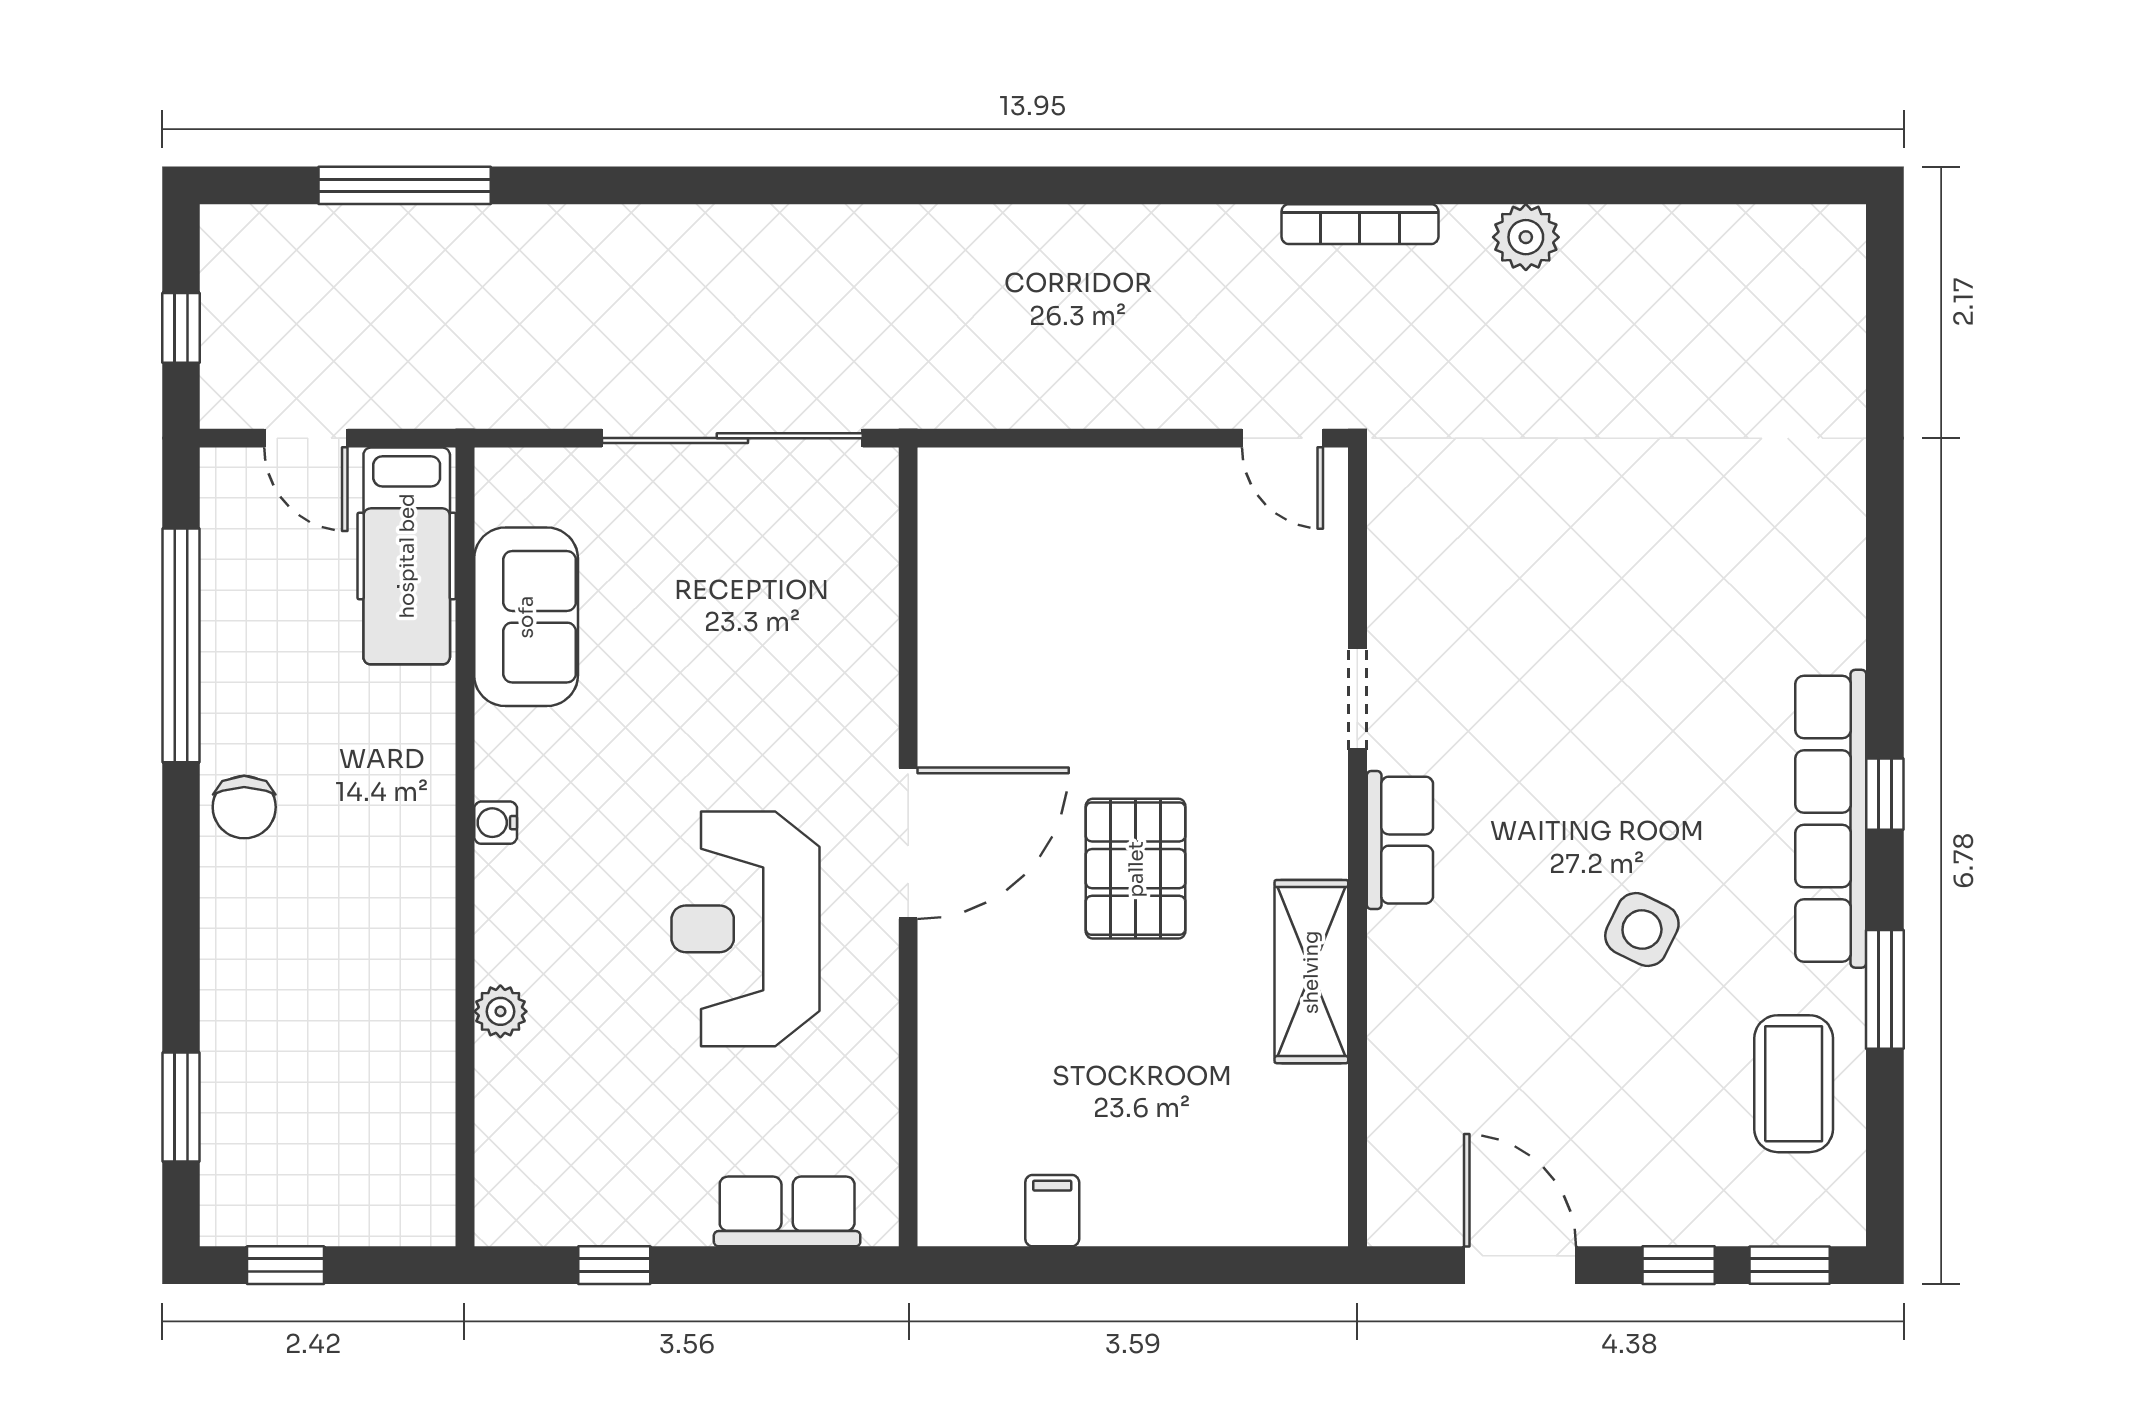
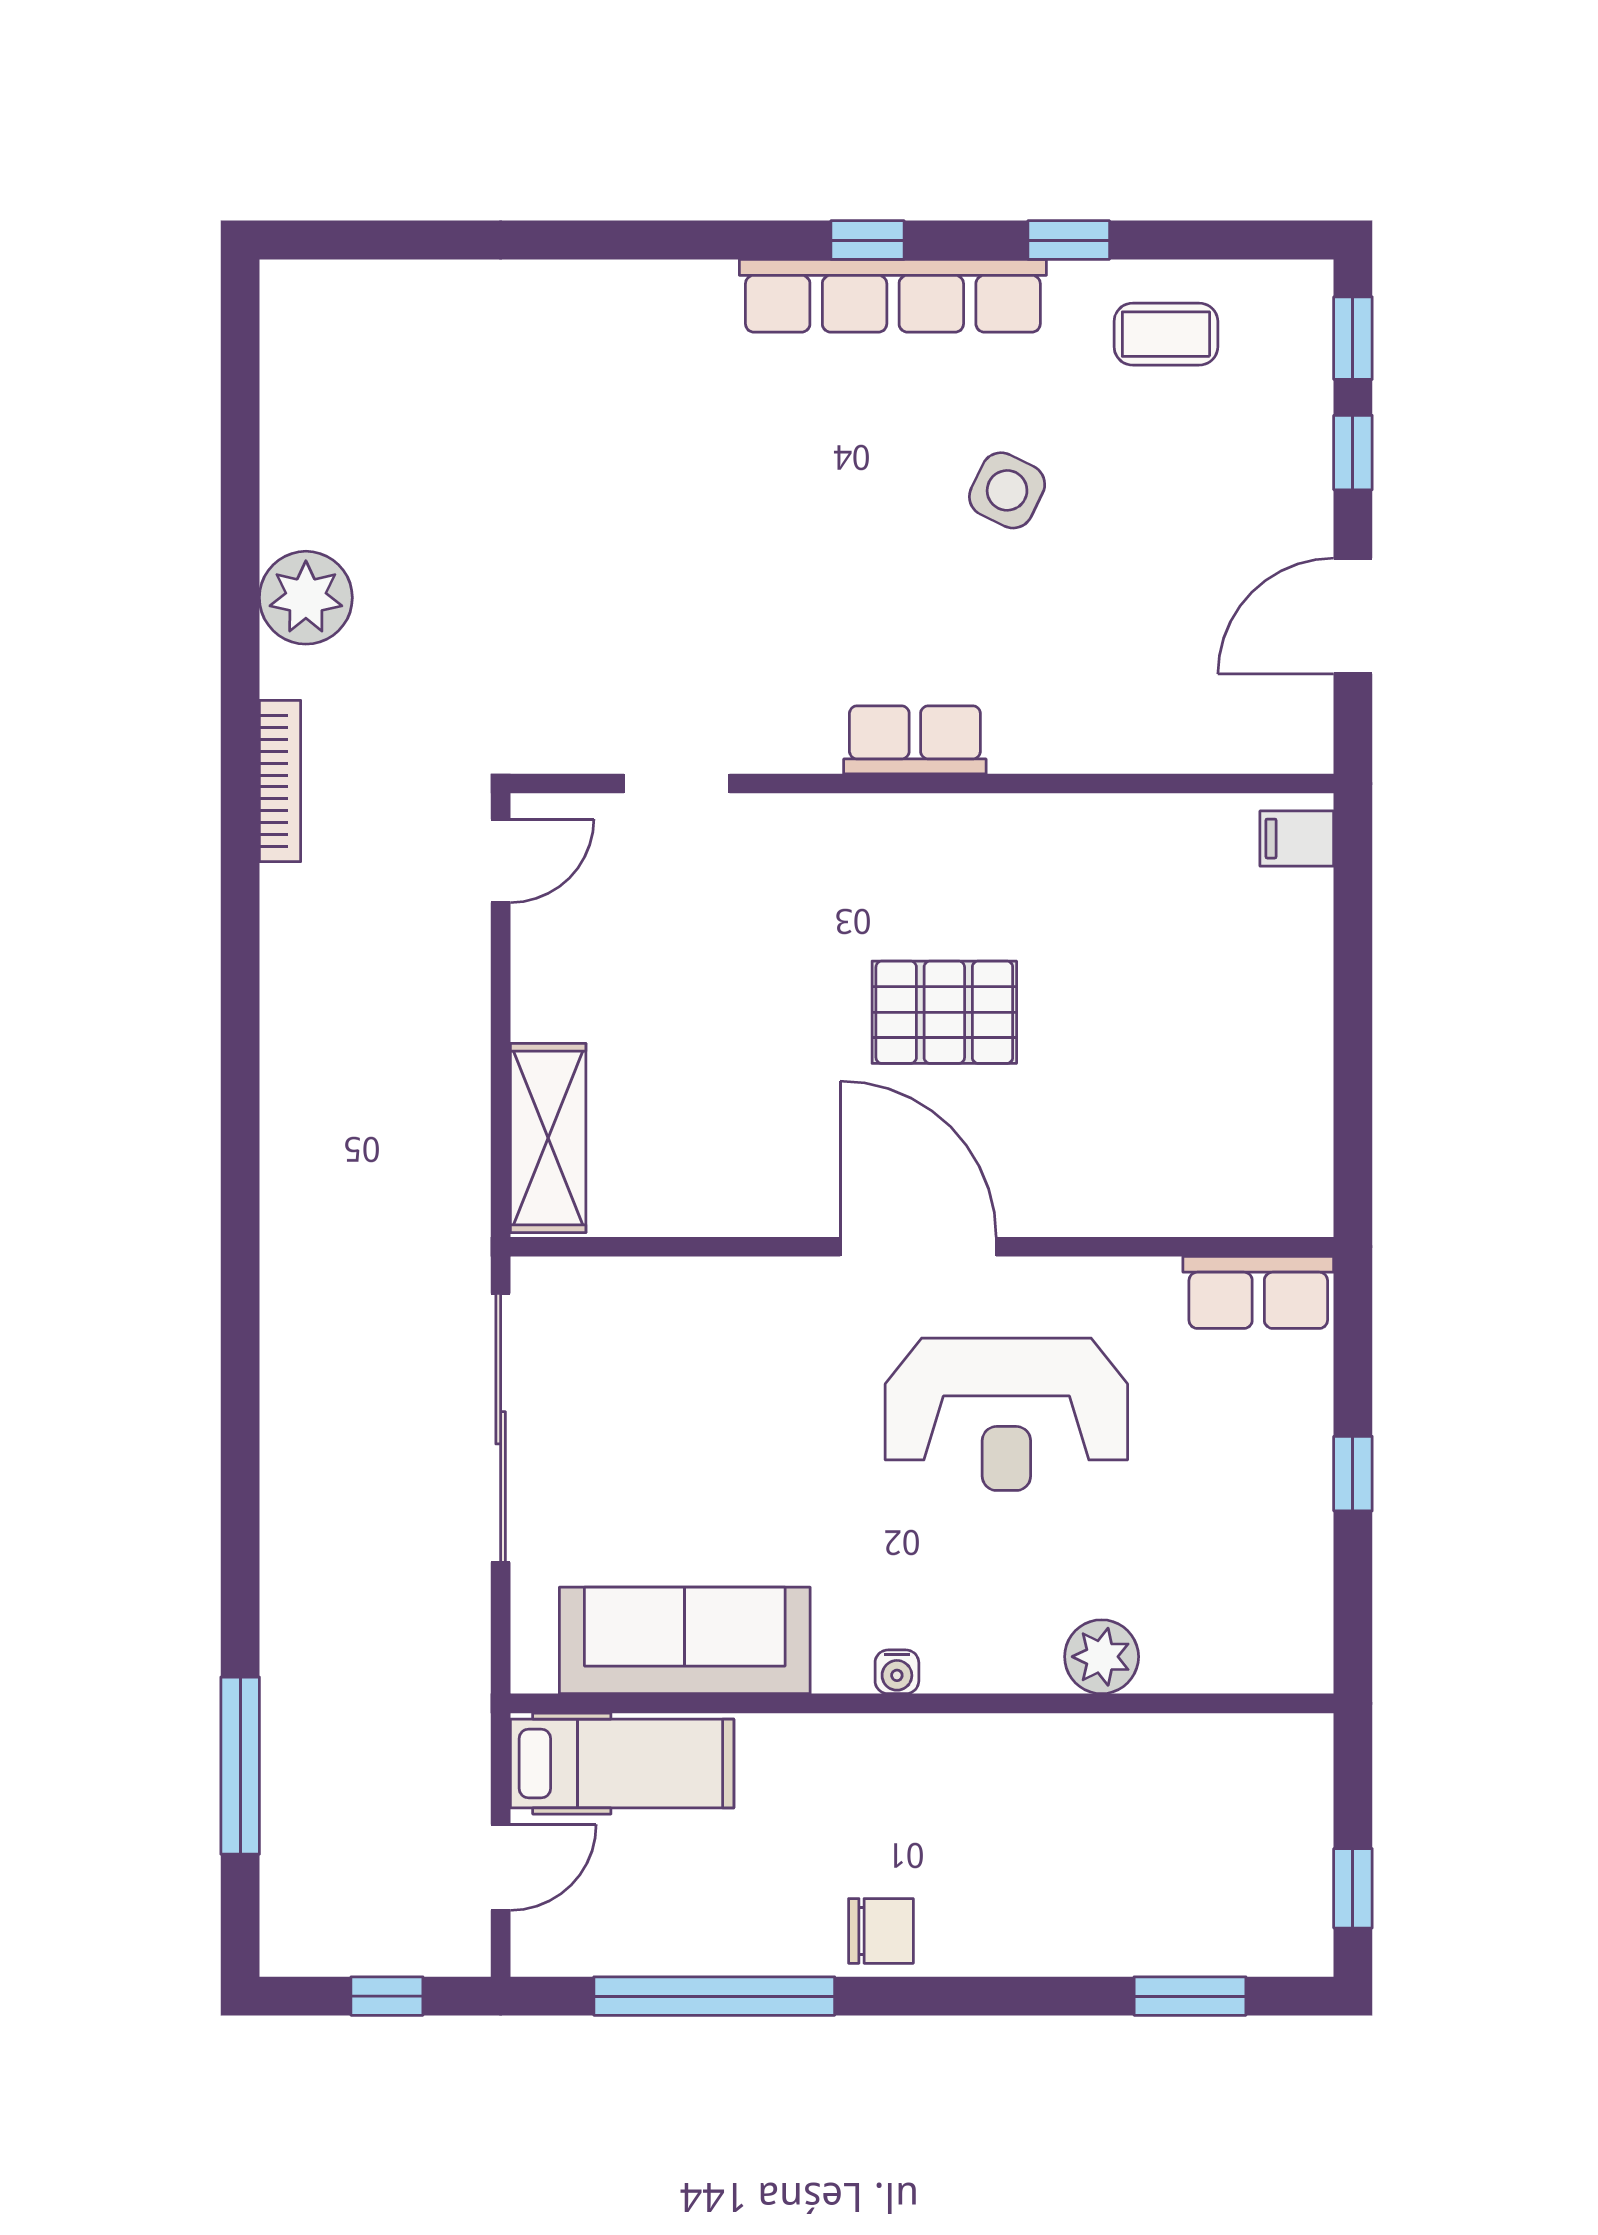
plant: (1526, 237) -> (306, 598), width x1.36, depth x1.36
sofa: (526, 617) -> (685, 1640), width x1.36
doorway: (1357, 698) -> (677, 784), moved
shelving: (1311, 972) -> (548, 1138), moved, turned 90
window: (1885, 989) -> (1069, 240), width x0.67
plant: (500, 1011) -> (1102, 1657), width x1.38, depth x1.38
coffee table: (1794, 1084) -> (1166, 334), width x0.73, depth x0.77
row of seats: (787, 1211) -> (1258, 1292), moved, turned -90
filing cabinet: (1052, 1211) -> (1297, 839), moved
window: (614, 1265) -> (1353, 1474), moved

